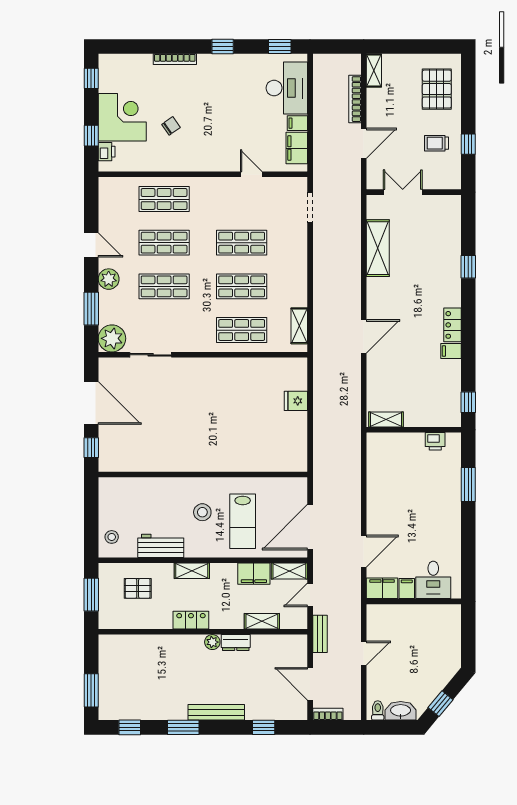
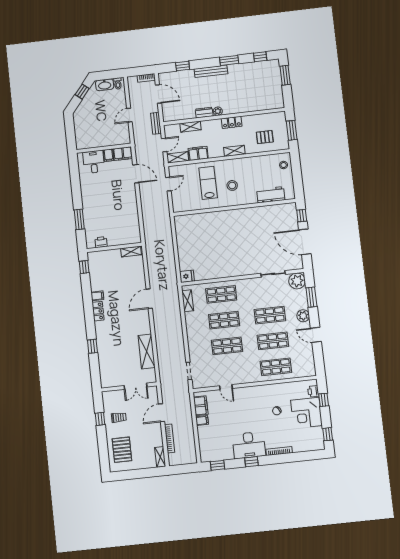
desk: (287, 88) -> (249, 445), moved, turned -90
fridge: (296, 401) -> (187, 276), moved
door: (310, 527) -> (168, 184), width x0.53
workbench: (161, 546) -> (271, 195), moved, turned 180
door: (364, 551) -> (136, 174), swing flipped

